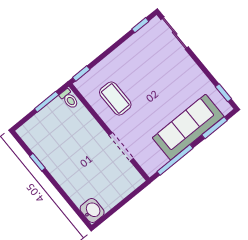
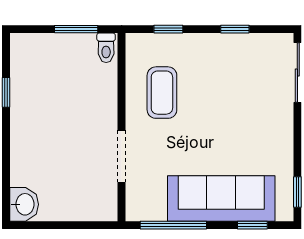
window: (140, 25) -> (235, 29), moved
window: (81, 73) -> (168, 29), moved
window: (215, 128) -> (252, 225), width x0.67

